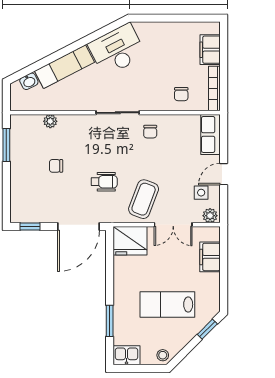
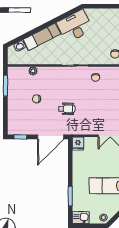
coffee table: (144, 199) -> (91, 120), removed
fridge: (130, 241) -> (78, 144), width x0.53, depth x0.75

